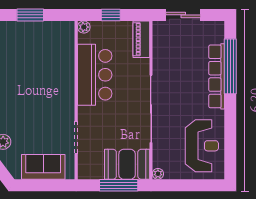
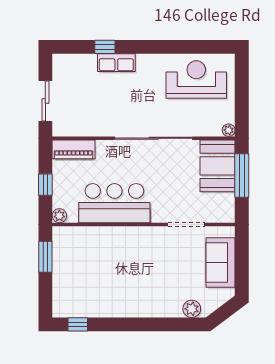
window: (30, 15) -> (45, 257), moved
window: (230, 66) -> (105, 47), width x0.32
row of seats: (217, 76) -> (116, 63), width x0.50

